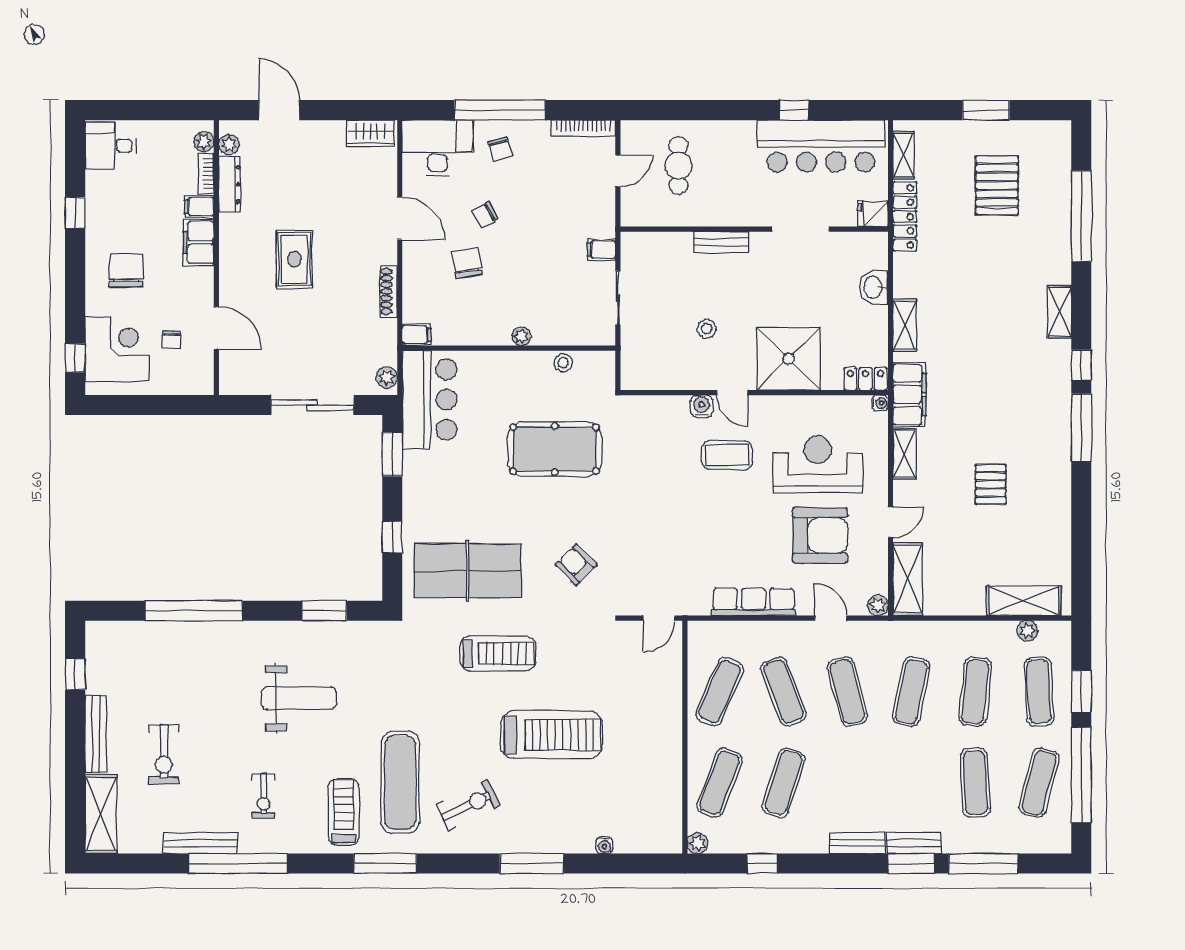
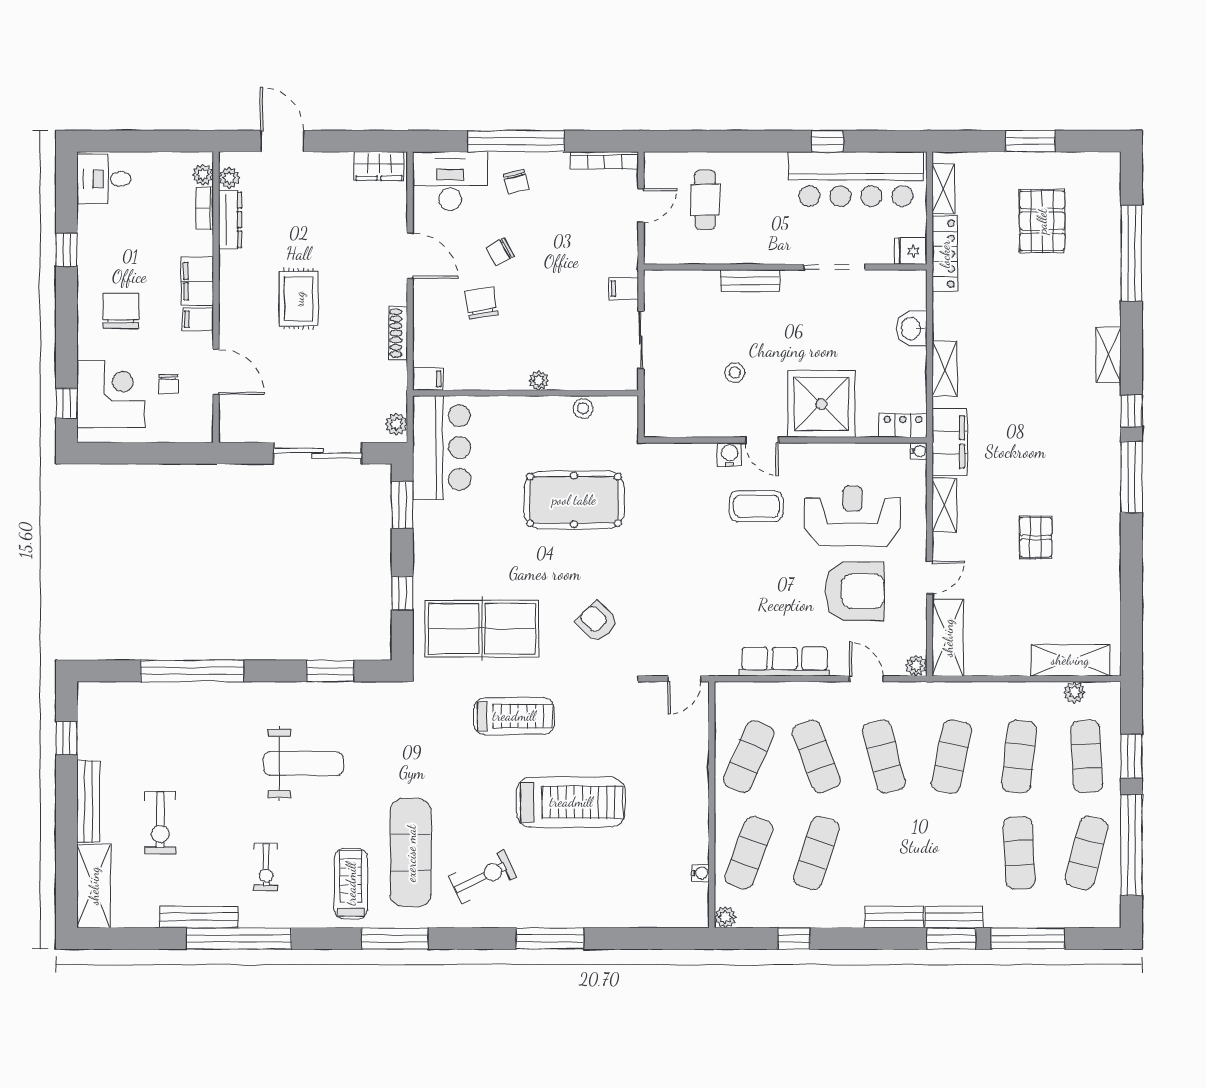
filing cabinet: (199, 207) -> (198, 319), moved
water cooler: (604, 845) -> (700, 873), moved, turned -90

